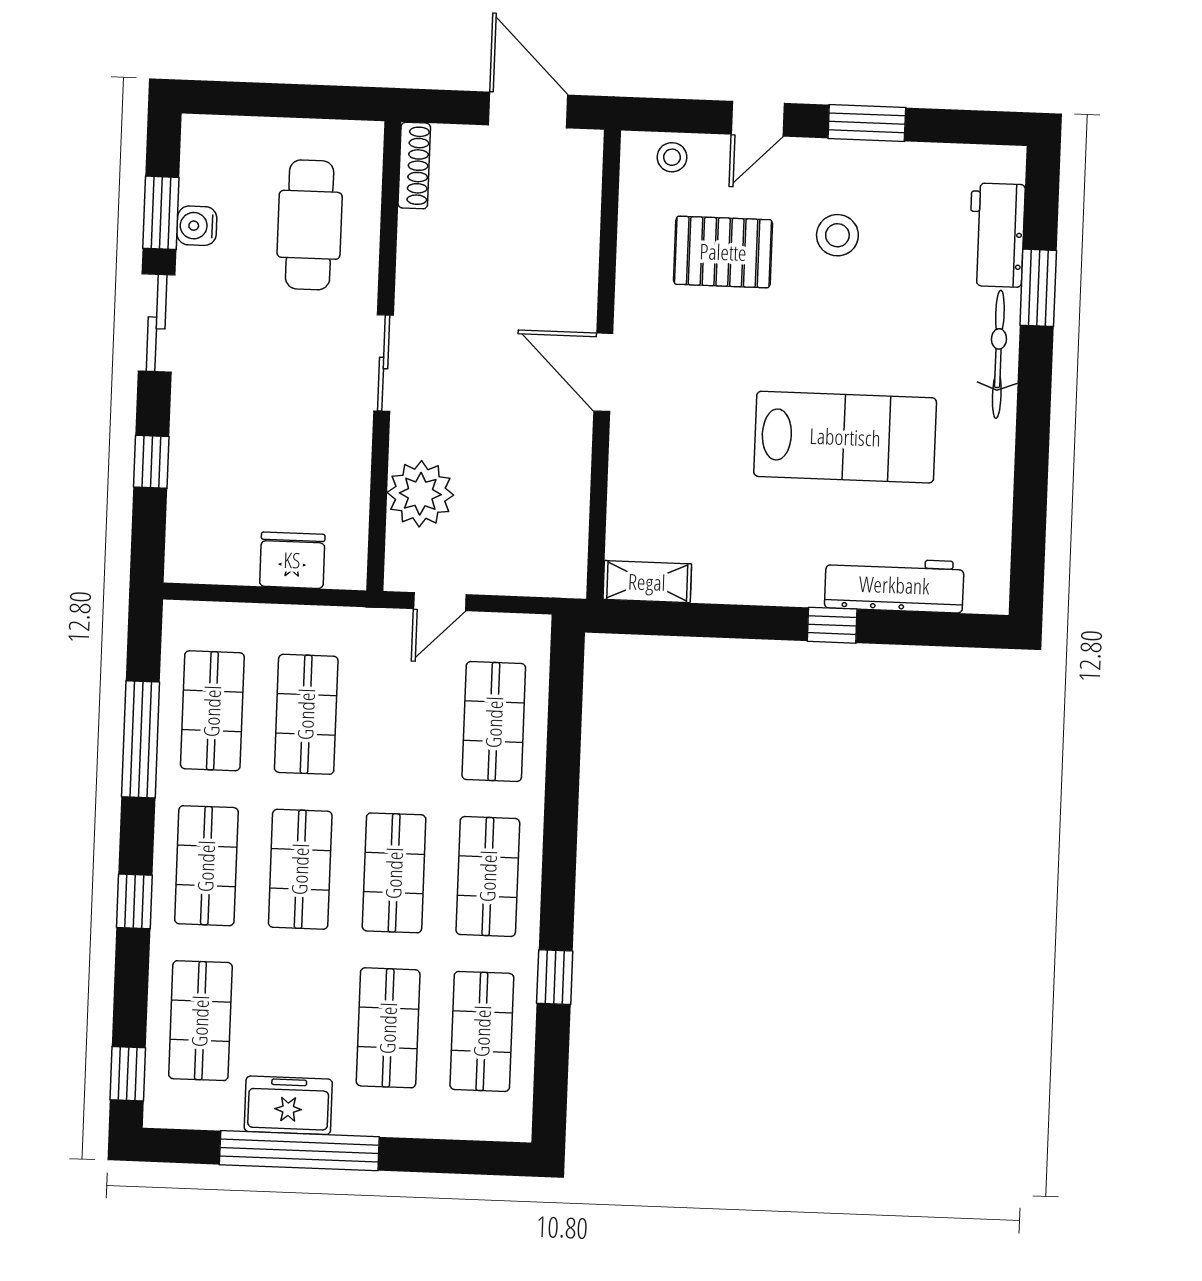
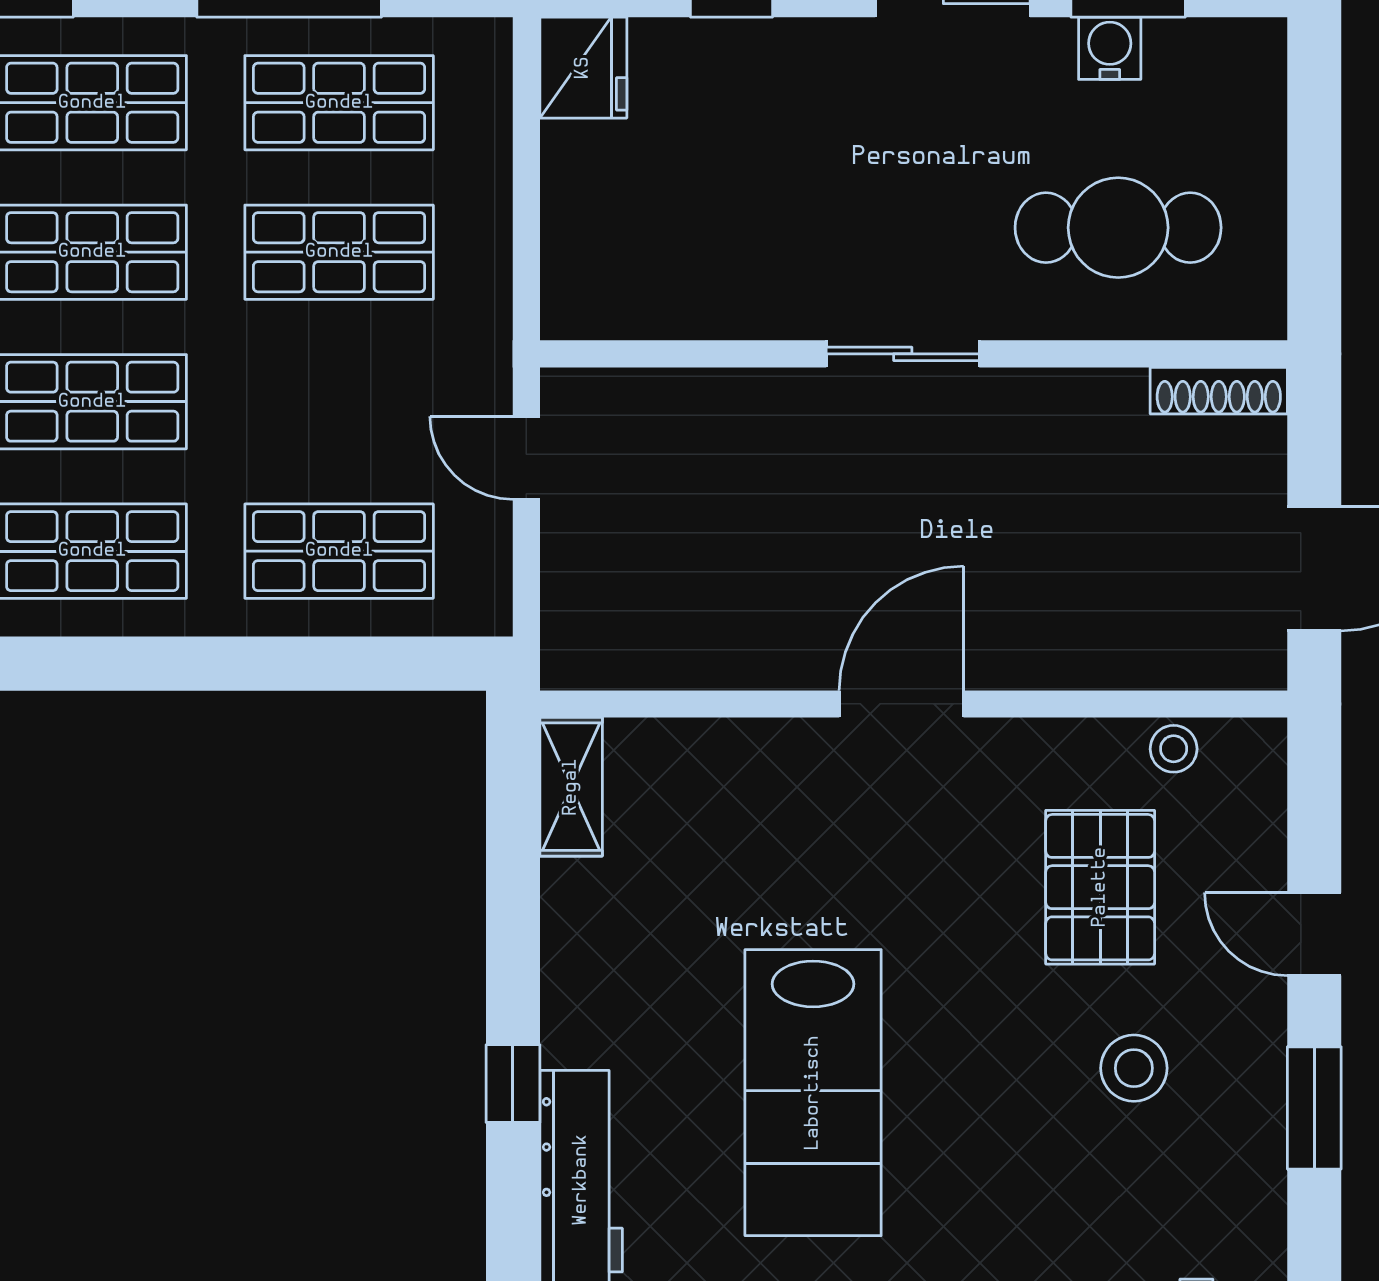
stool: (672, 157) -> (1174, 749), moved
plant: (420, 494) -> (697, 420), removed
fridge: (292, 560) -> (583, 68), moved

